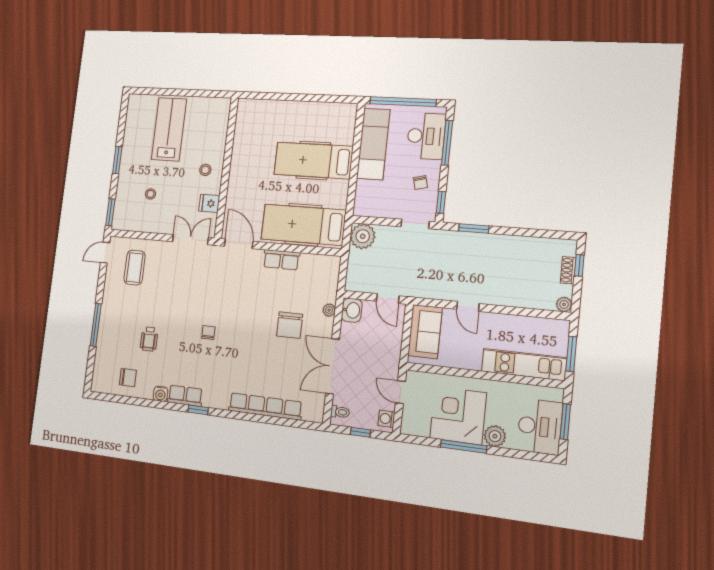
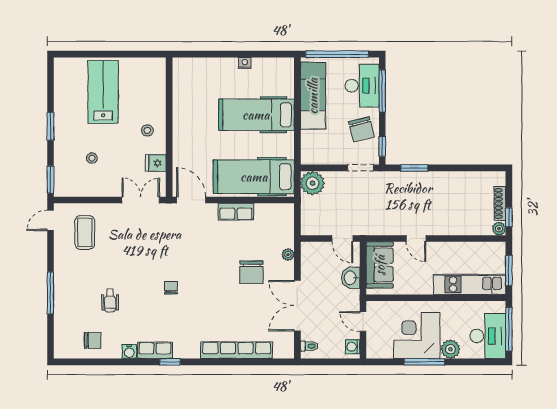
nightstand: (308, 107) -> (245, 63), added
chair: (420, 183) -> (361, 129), width x1.87, depth x1.87
window: (579, 265) -> (509, 217), moved
shoe rack: (568, 270) -> (500, 203), width x1.43
washbasin: (352, 310) -> (351, 278), moved, turned 180
window: (565, 422) -> (509, 329), width x1.44
window: (360, 432) -> (330, 362), removed

